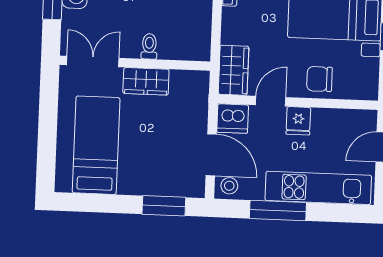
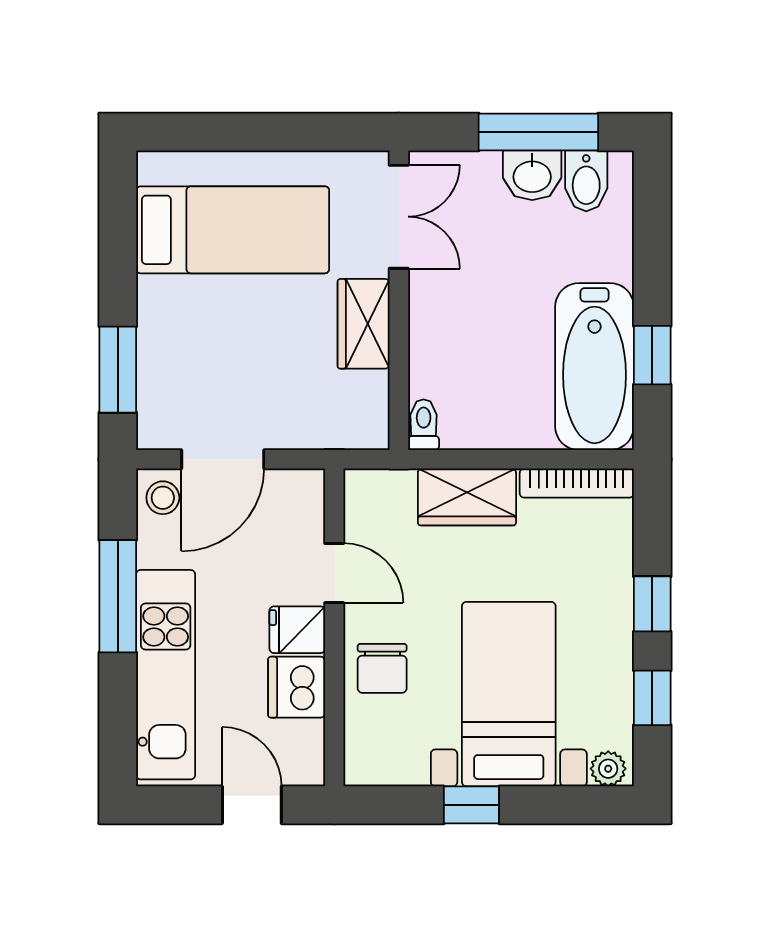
toilet: (149, 46) -> (424, 425), moved, turned -90
wardrobe: (234, 70) -> (467, 497), moved
chair: (319, 79) -> (382, 668), turned 180
dishwasher: (233, 119) -> (297, 687), moved

